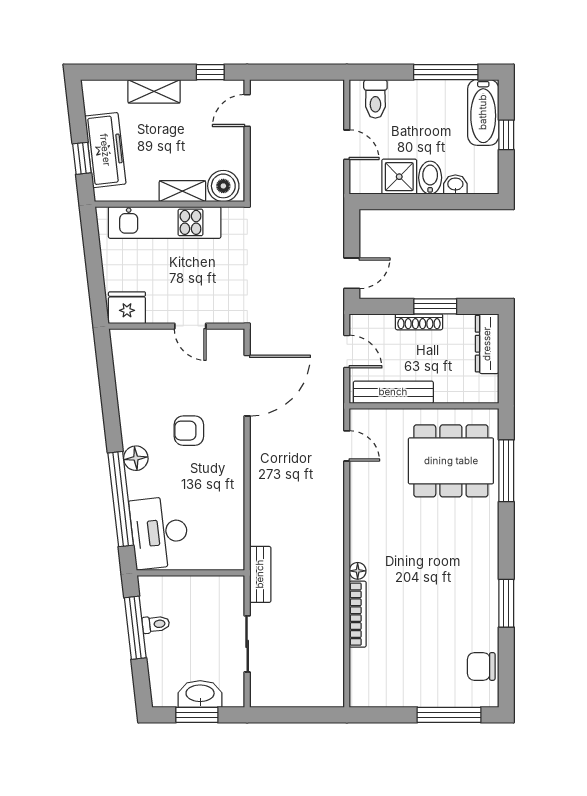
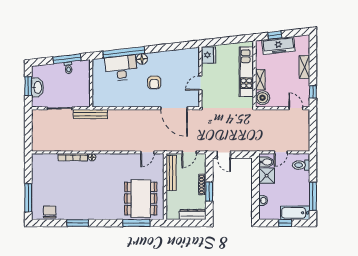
bidet: (430, 178) -> (266, 162), moved
armchair: (189, 431) -> (154, 82), turned 180
desk: (159, 533) -> (121, 68), moved
bench: (260, 574) -> (90, 114), width x1.36

